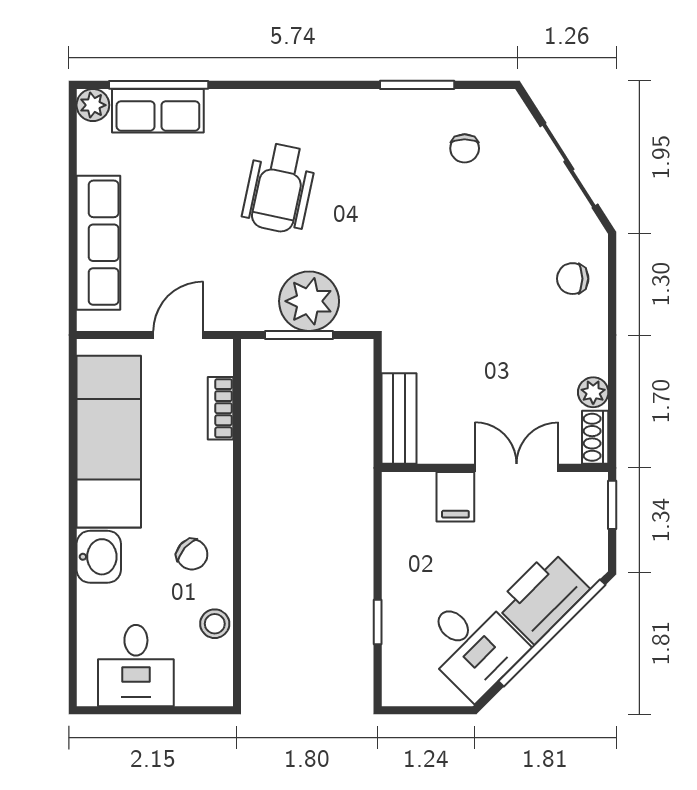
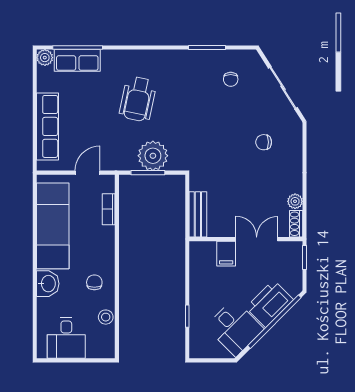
chair: (573, 279) -> (264, 142), moved
chair: (192, 554) -> (94, 282), turned -131

